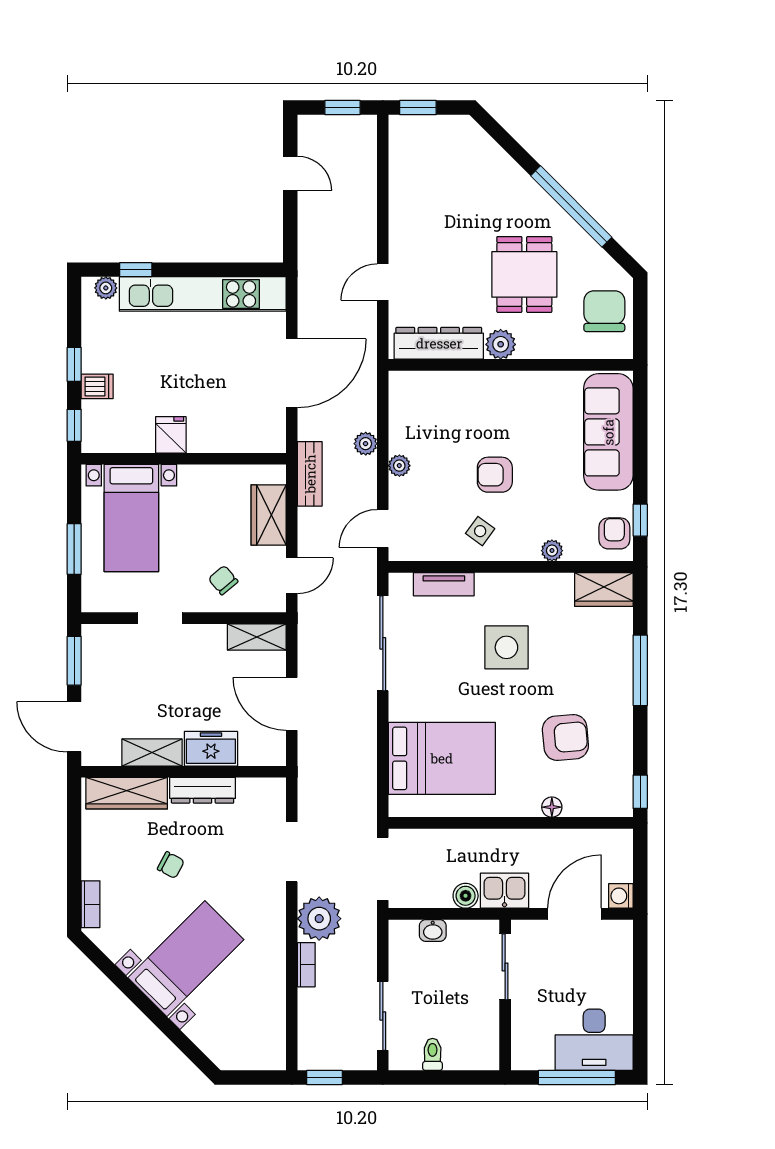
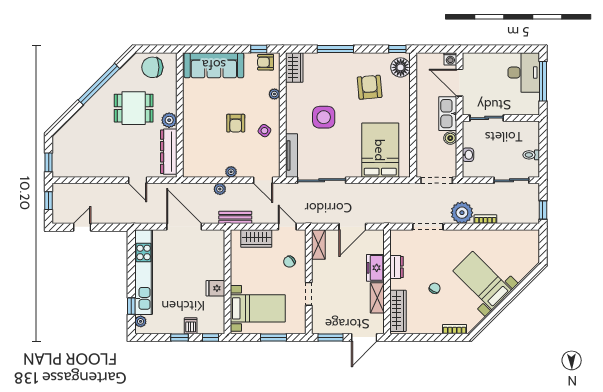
tv unit: (444, 584) -> (291, 155), width x1.41
dresser: (203, 790) -> (396, 267), width x0.70
floor lamp: (552, 807) -> (401, 67), moved, width x1.89, depth x1.89
kitchen sink: (505, 891) -> (448, 114), width x1.38

